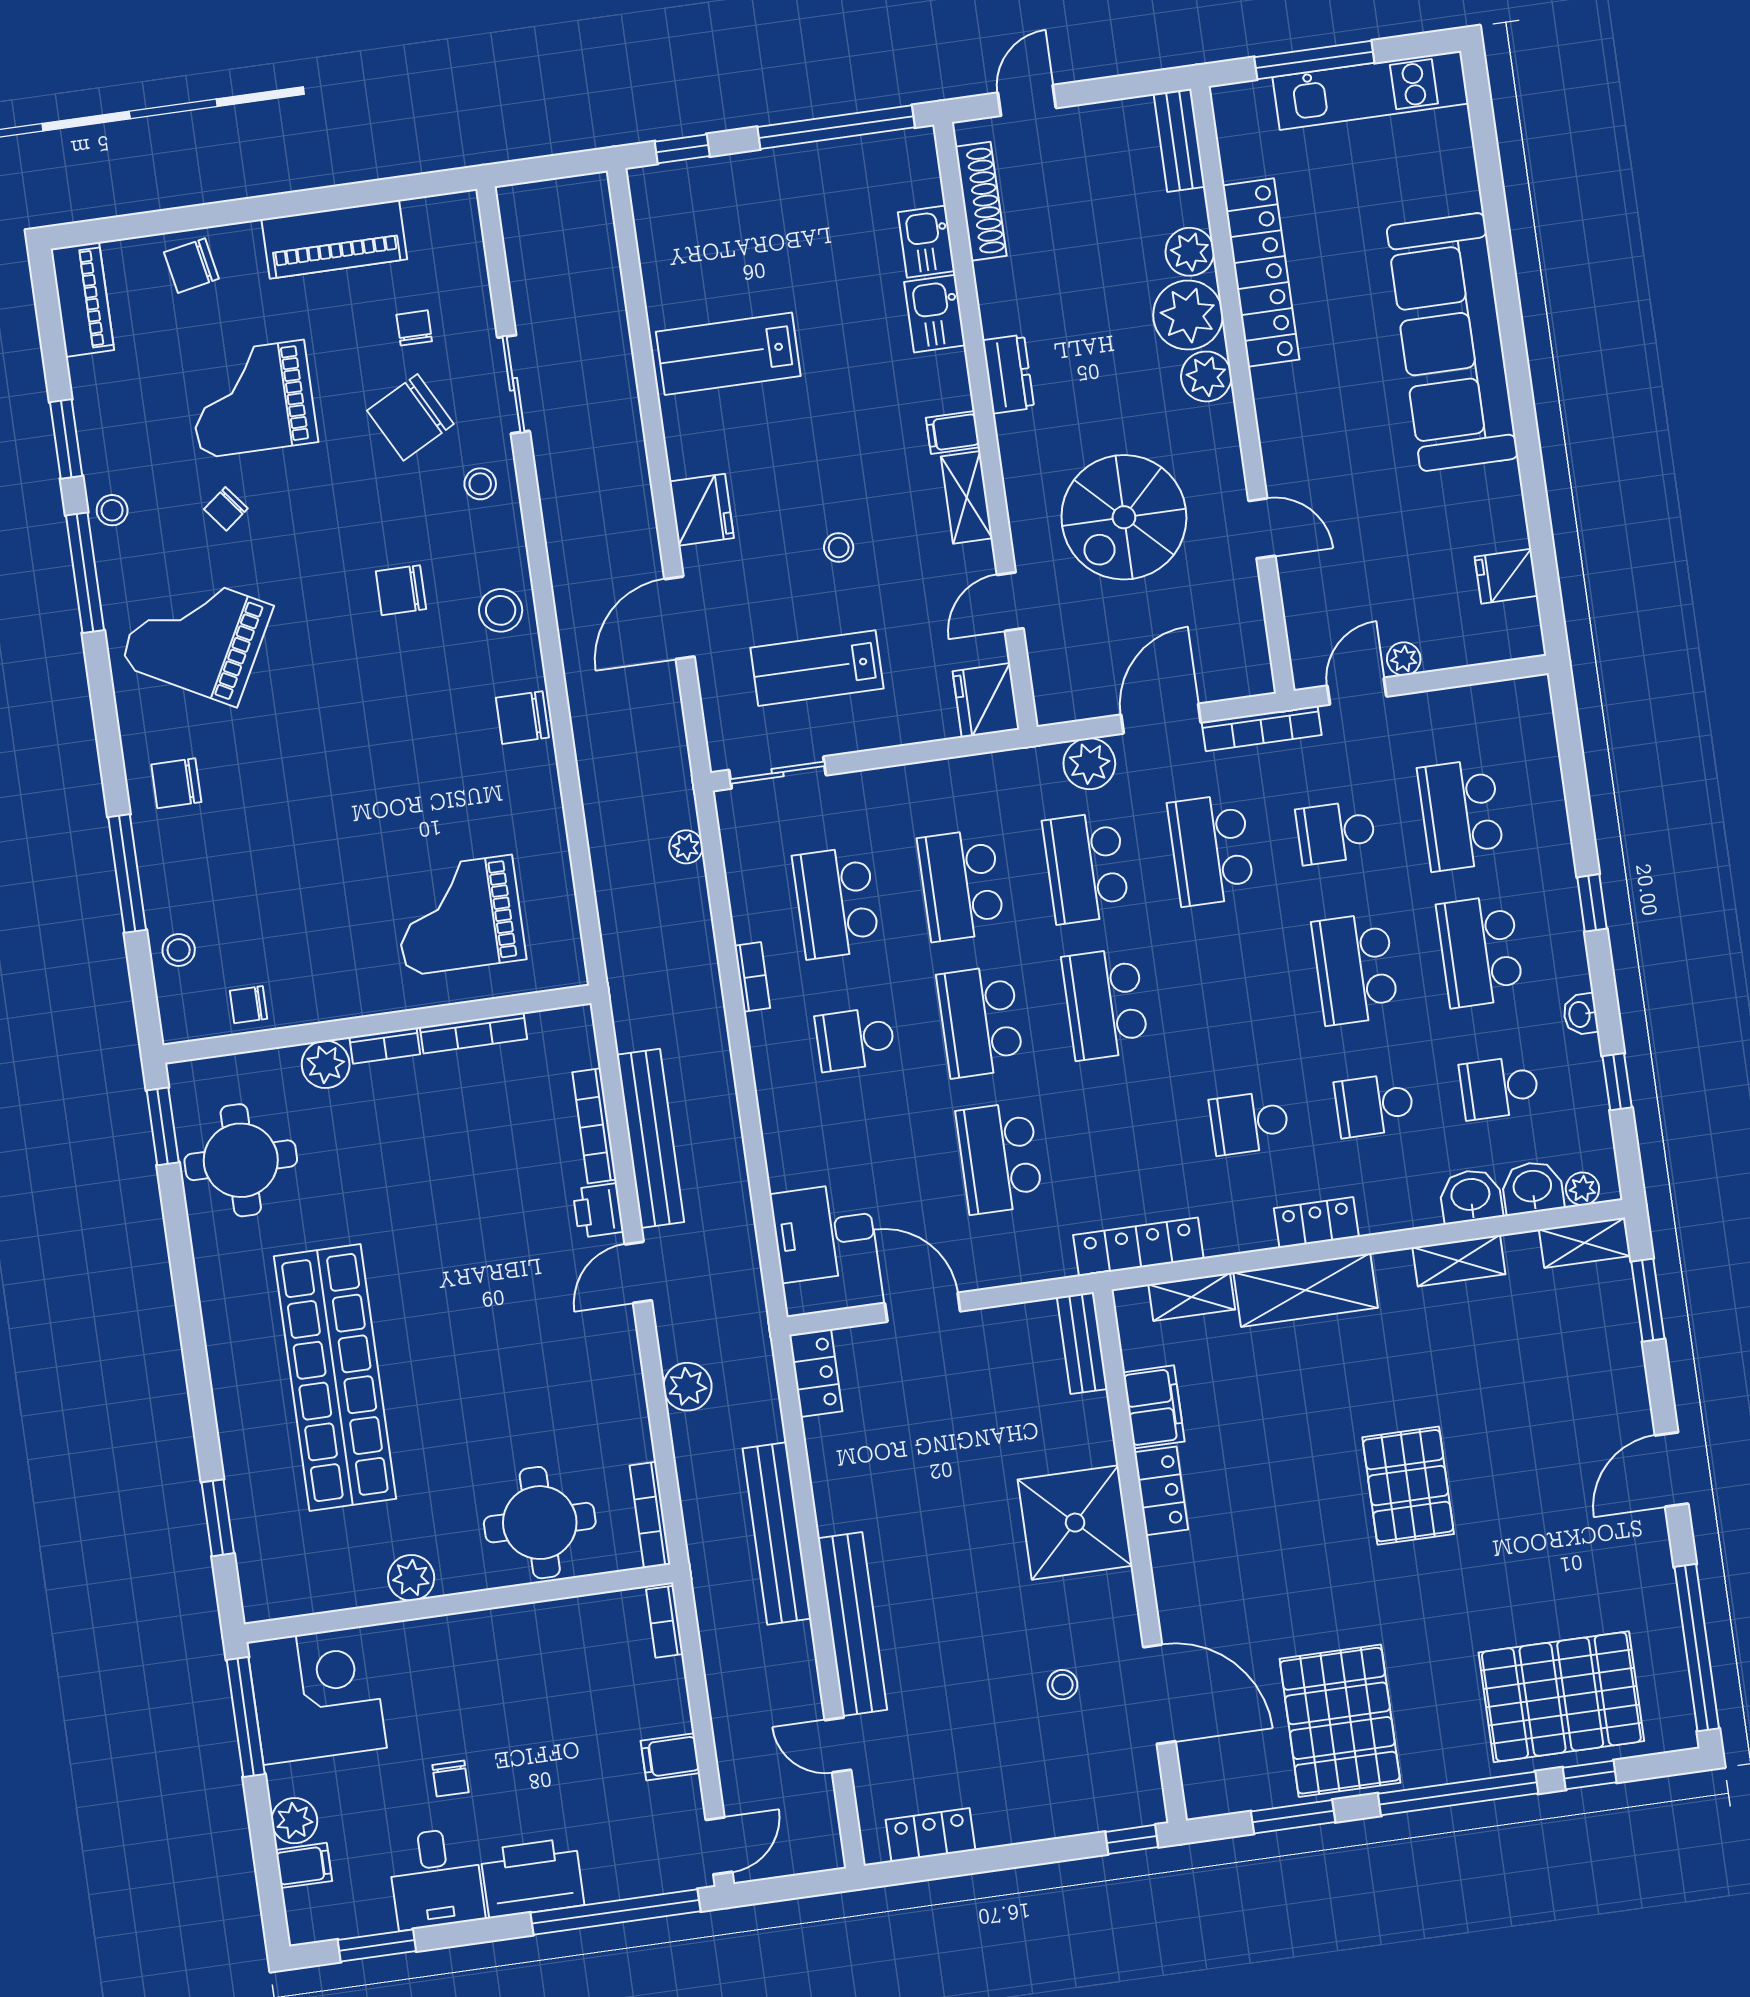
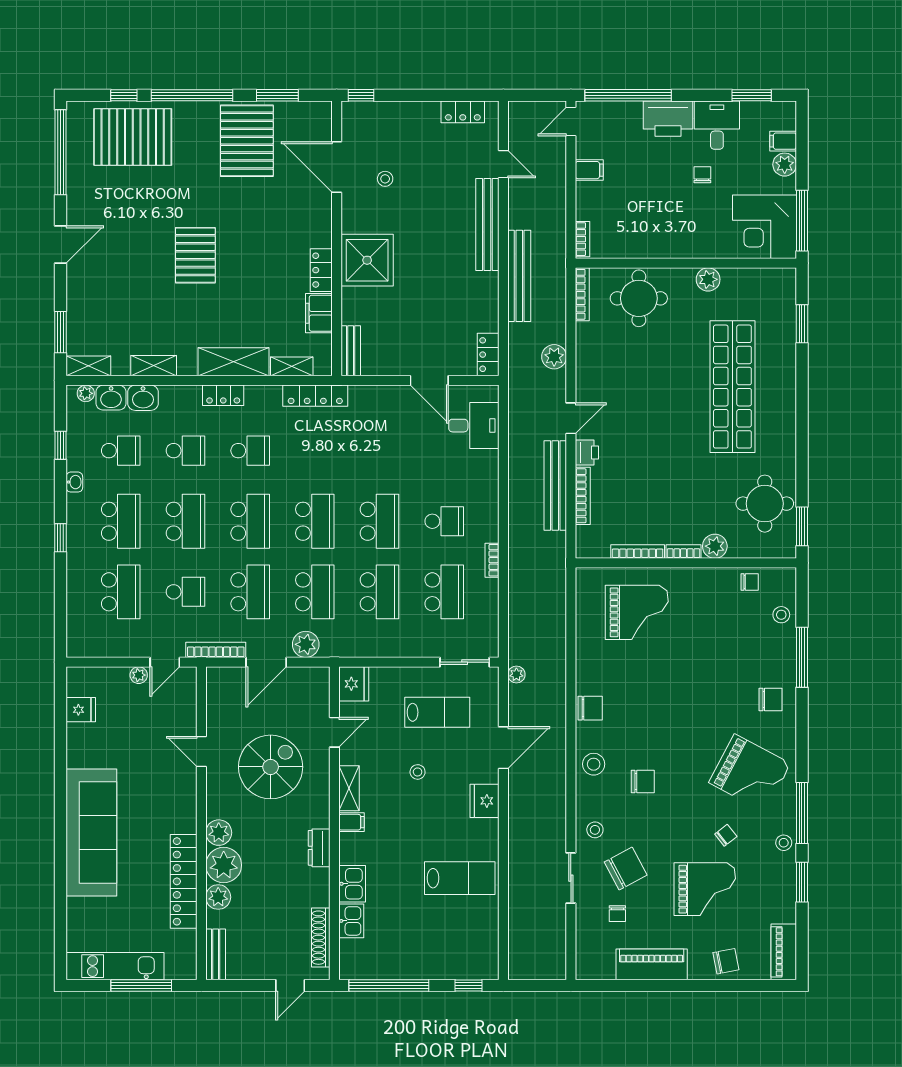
plant: (686, 847) -> (516, 675), moved
school desk: (999, 1158) -> (250, 521), moved

